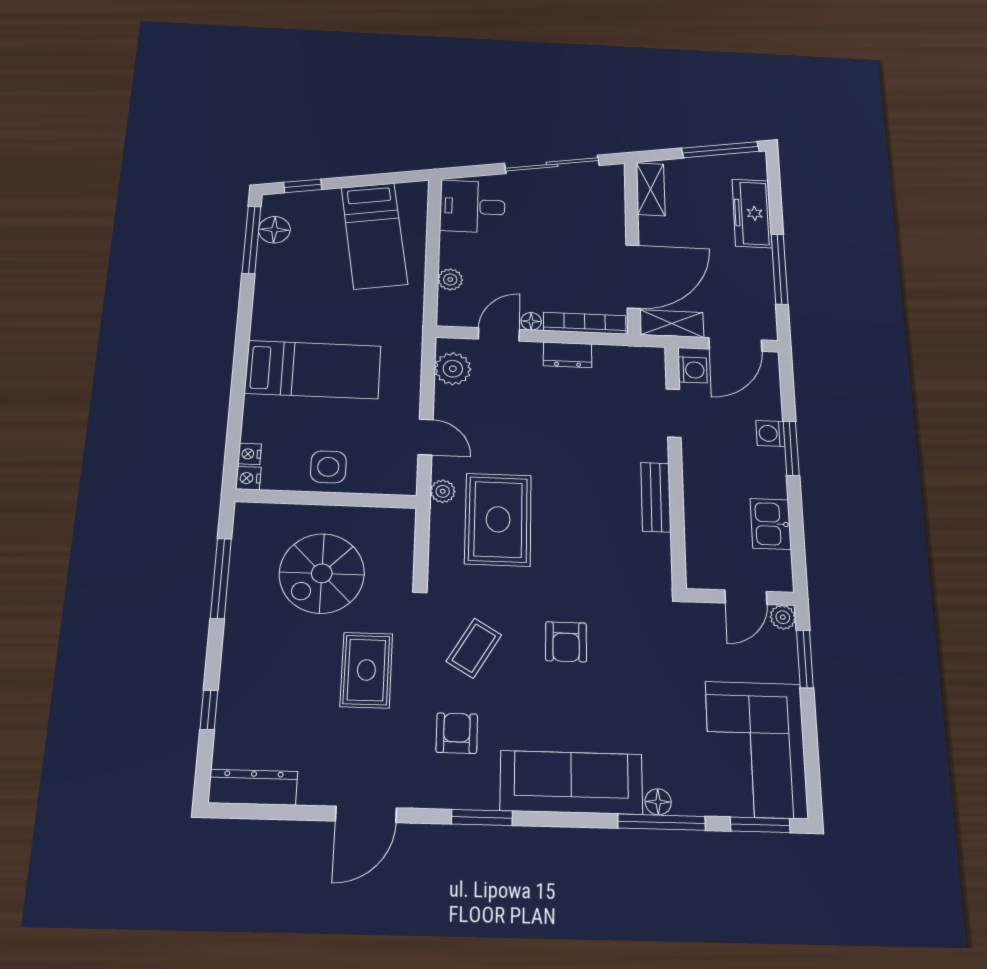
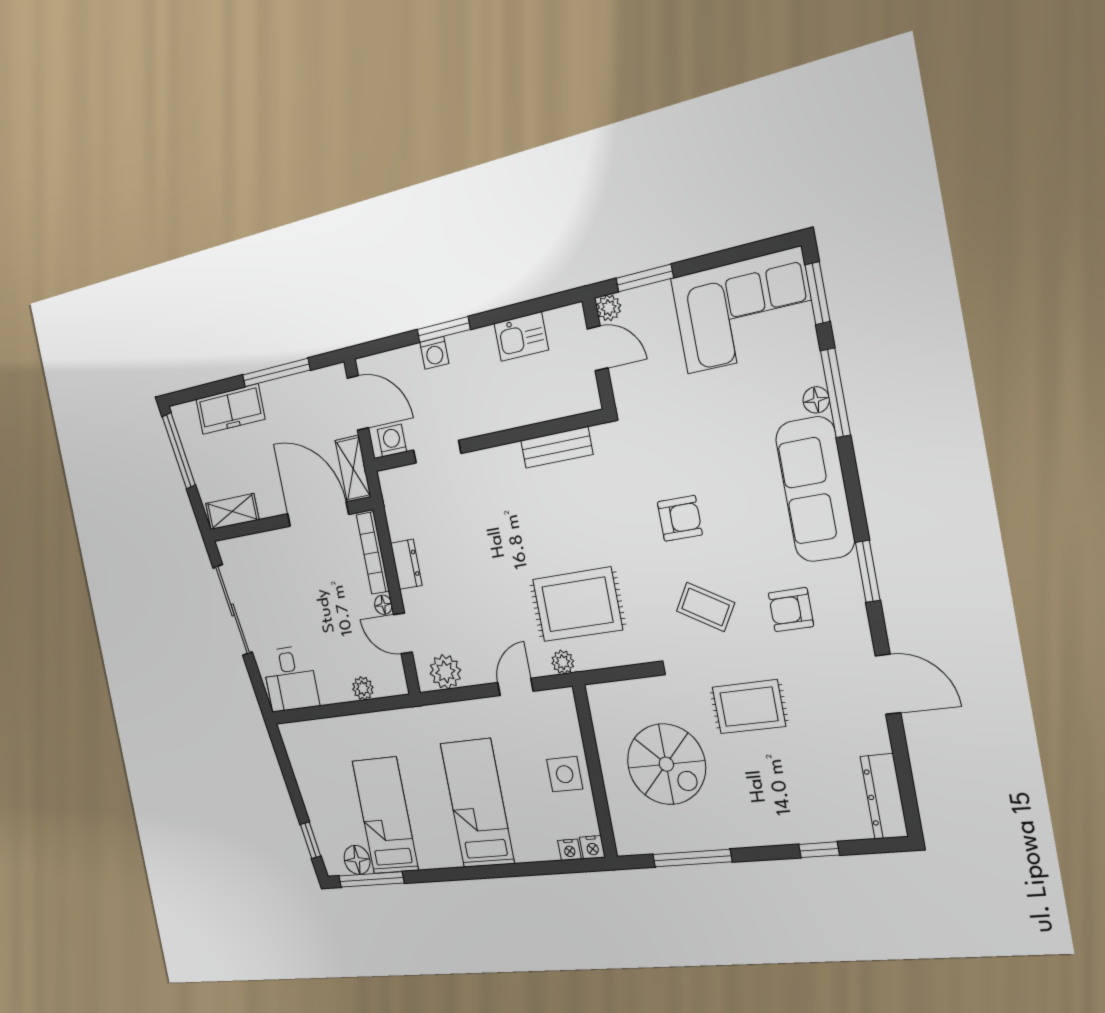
bed: (374, 236) -> (385, 815), moved, turned -81
bench: (656, 497) -> (557, 447), moved

